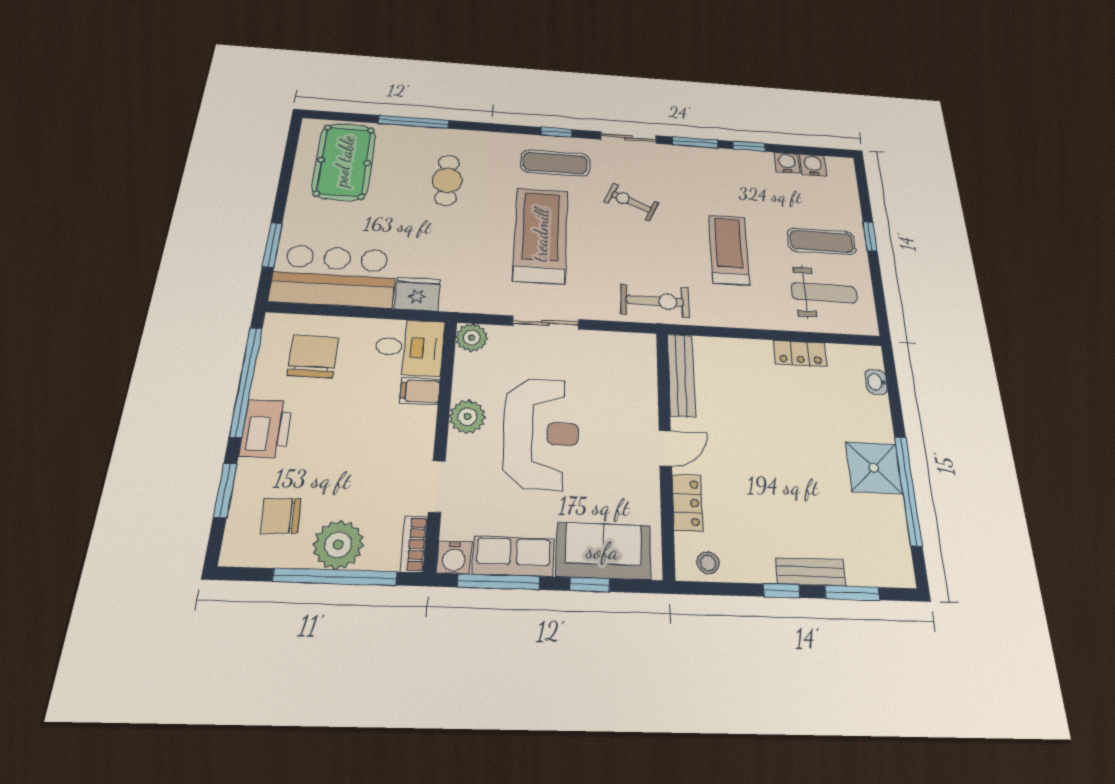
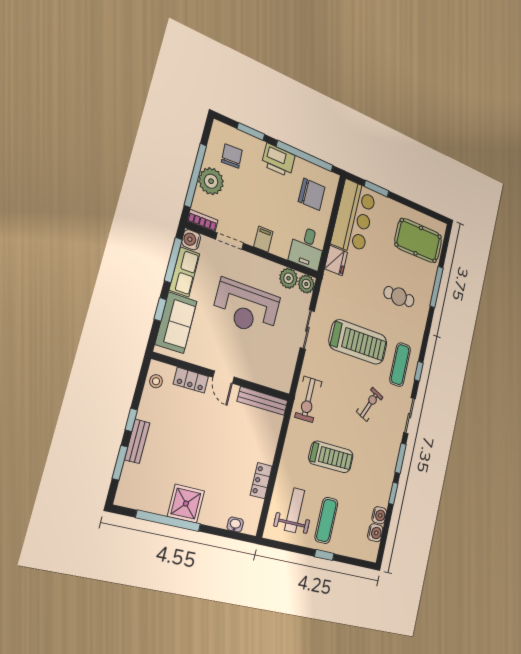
weight bench: (824, 293) -> (295, 510), turned 180
filing cabinet: (420, 391) -> (263, 239), moved
plant: (467, 417) -> (289, 278), moved

